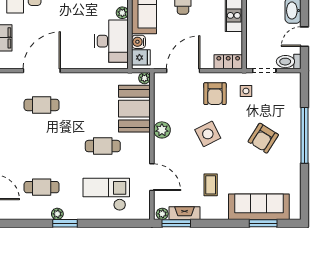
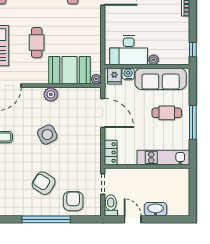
side table: (246, 91) -> (85, 168), removed
armchair: (215, 94) -> (73, 201), moved, turned 90

